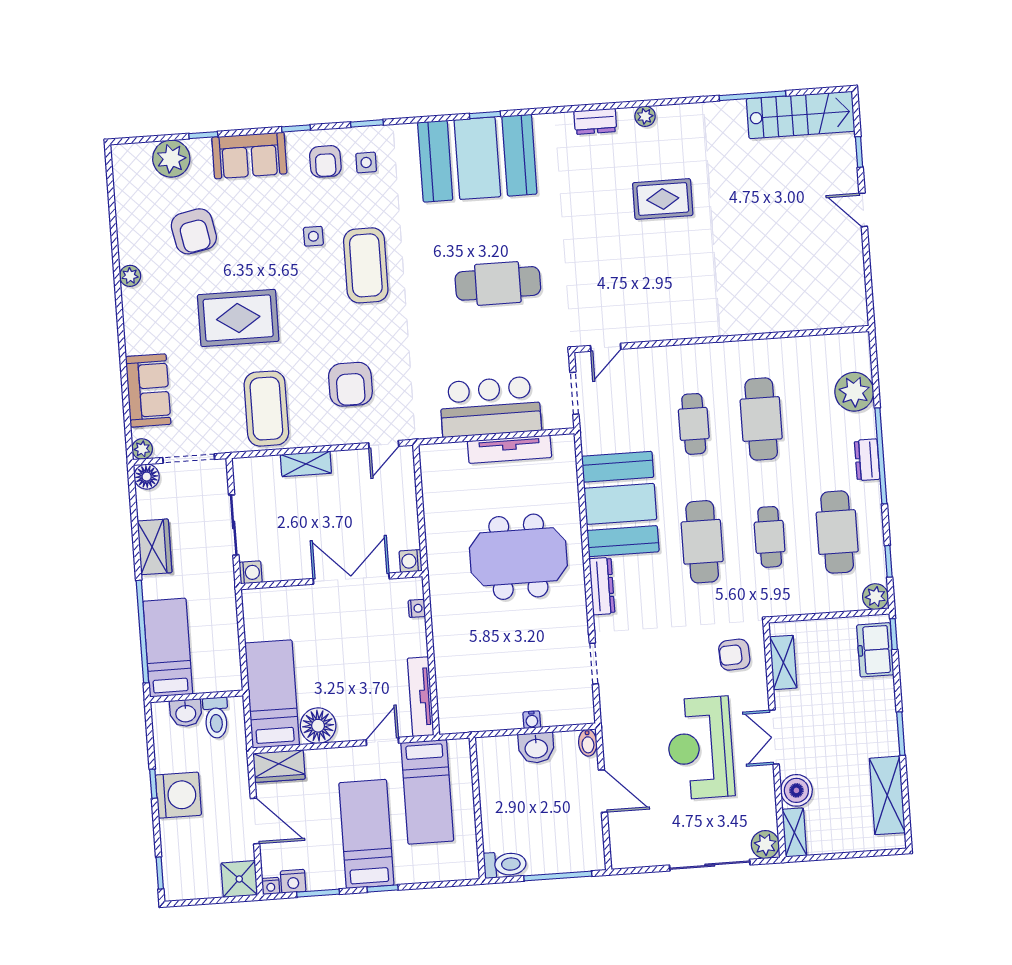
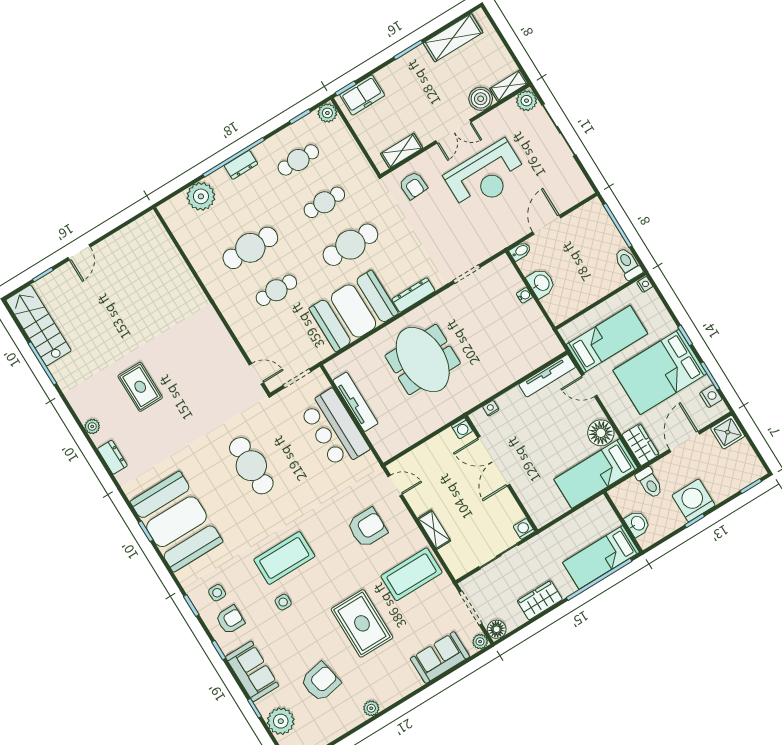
cafe table: (837, 532) -> (298, 160), width x0.73, depth x0.74
toilet: (216, 718) -> (649, 483), moved, turned 90
bed: (366, 834) -> (660, 372), width x1.50
nightstand: (271, 886) -> (645, 284), moved

